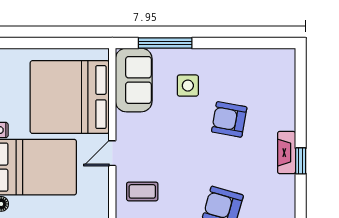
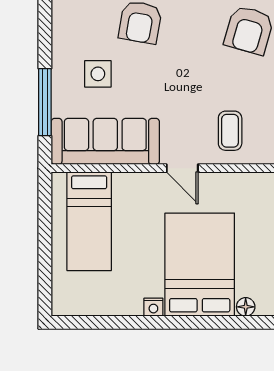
sofa: (134, 80) -> (105, 141), width x1.36
bed: (70, 97) -> (89, 221), width x0.49

